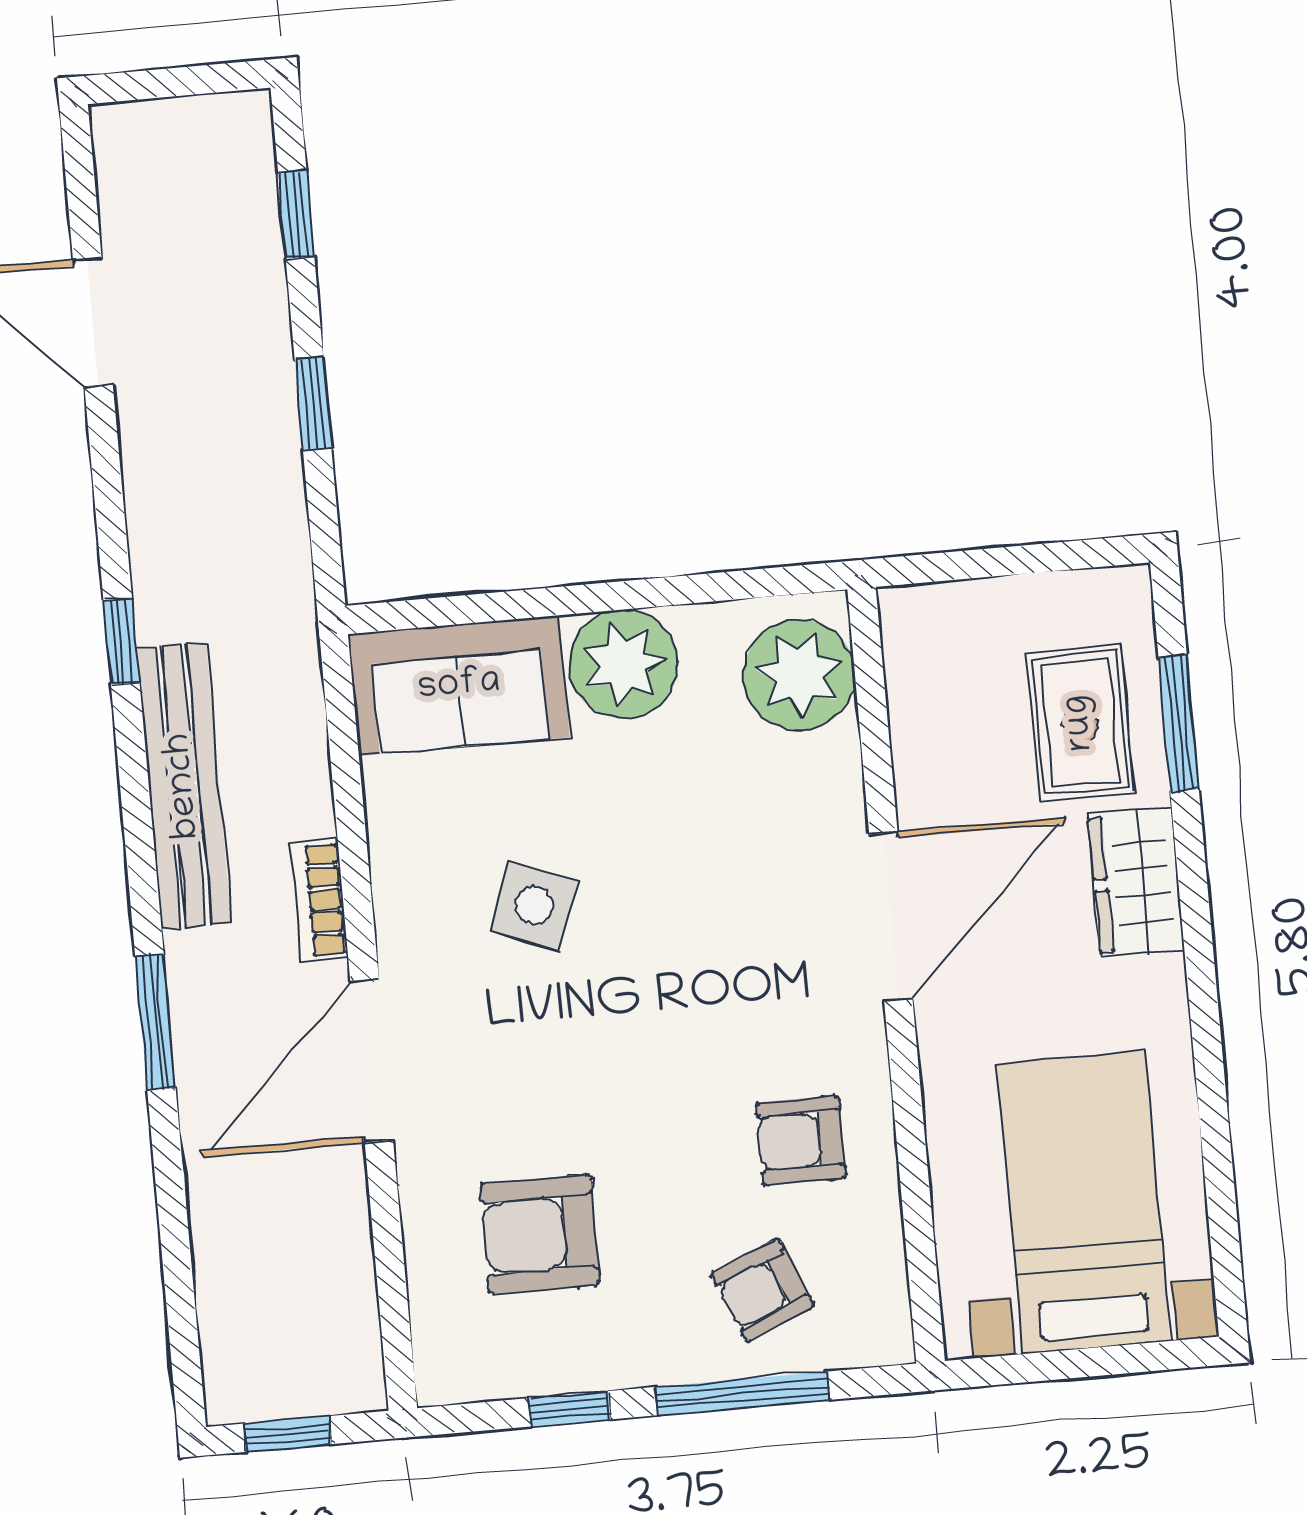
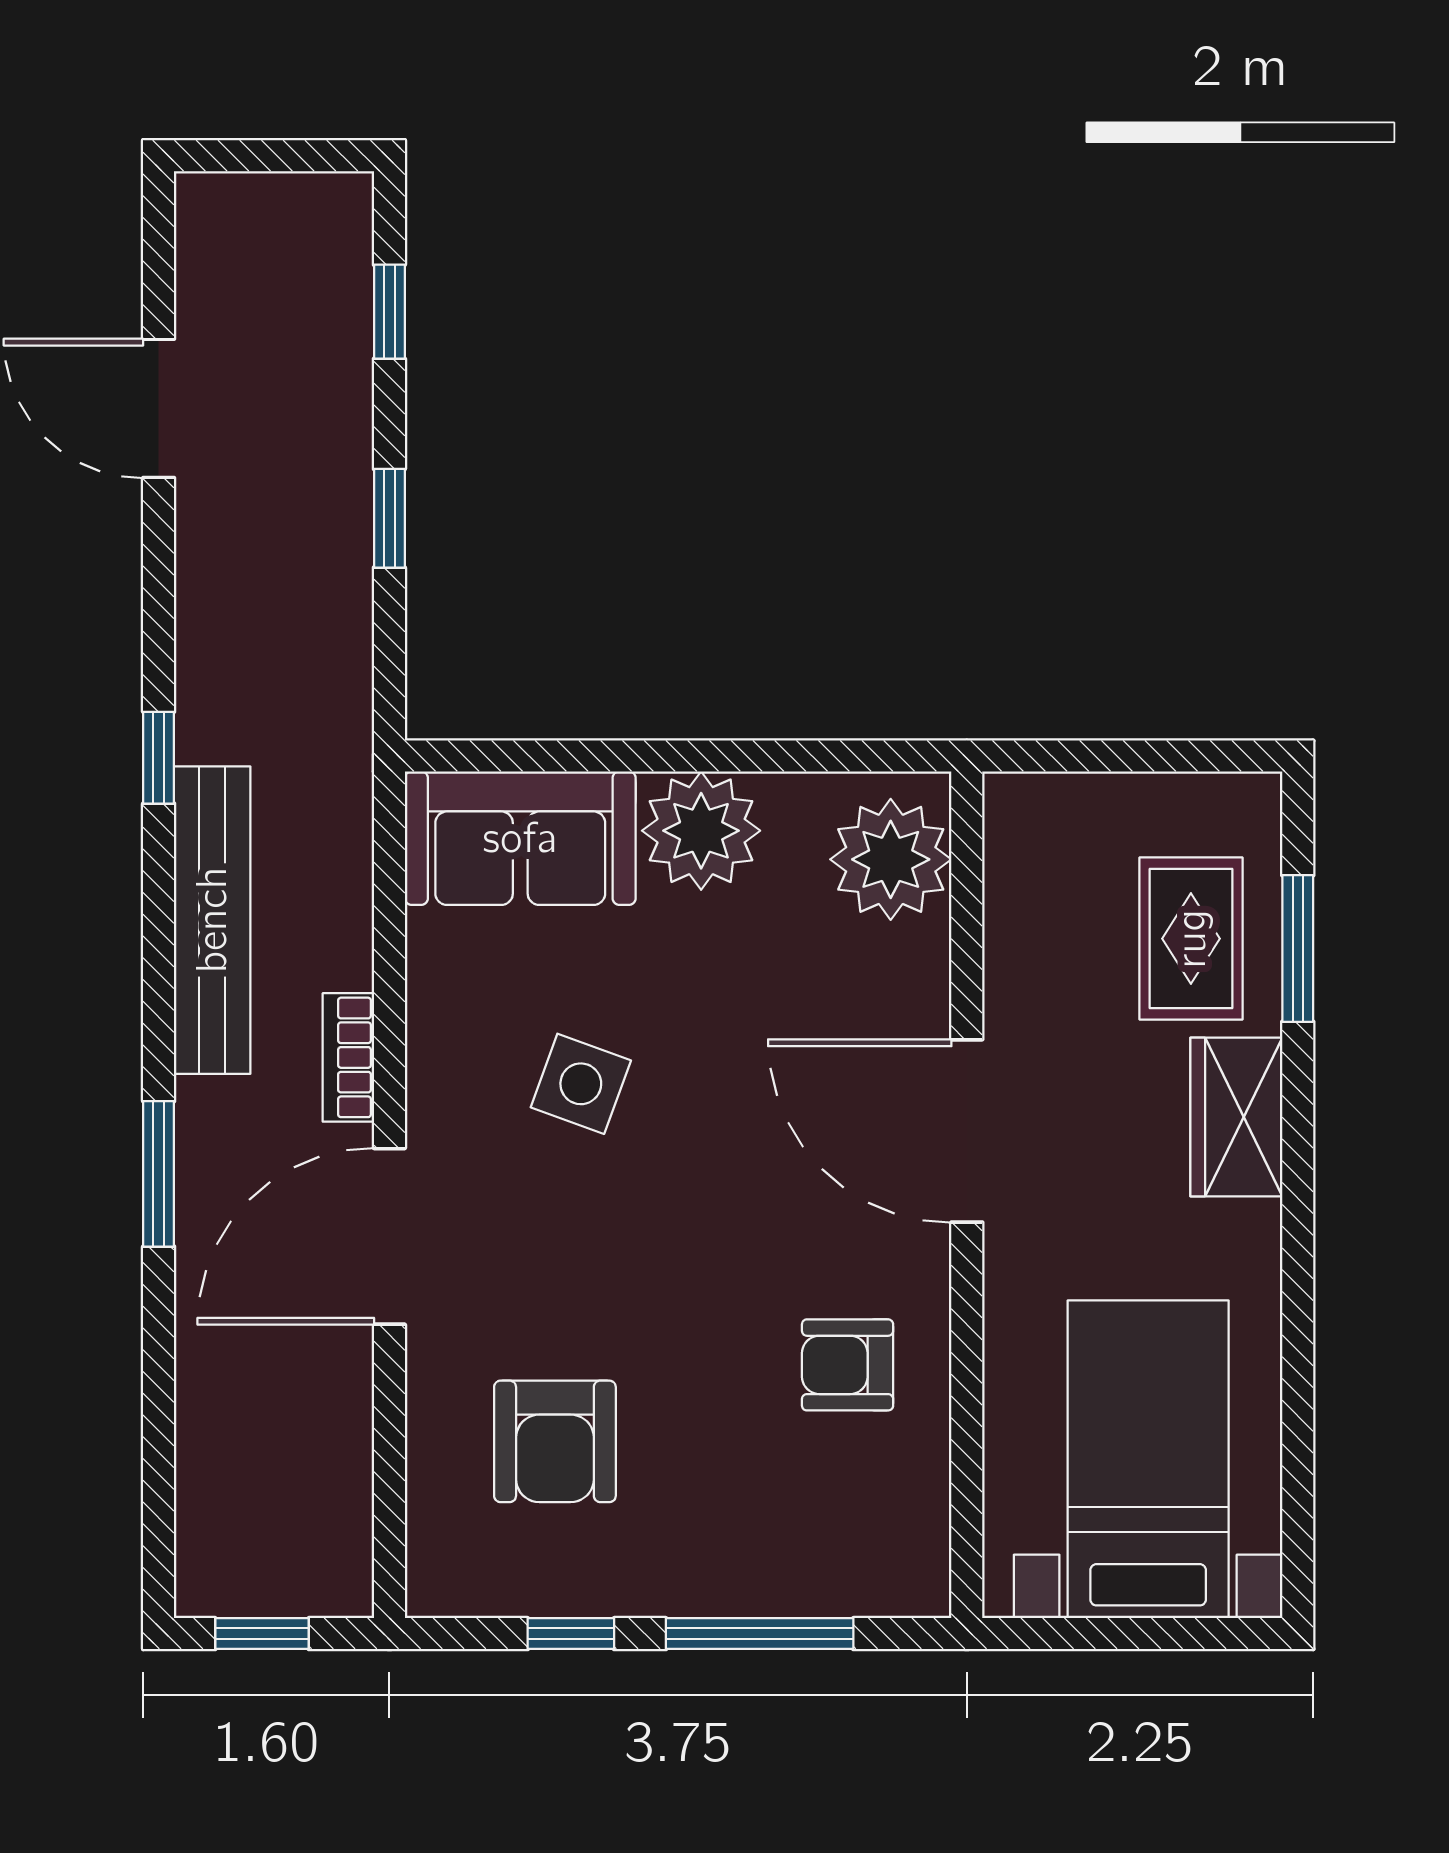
door: (891, 917) -> (967, 1131), swing flipped
armchair: (540, 1234) -> (555, 1441), turned -90
armchair: (763, 1290) -> (791, 1523), removed

